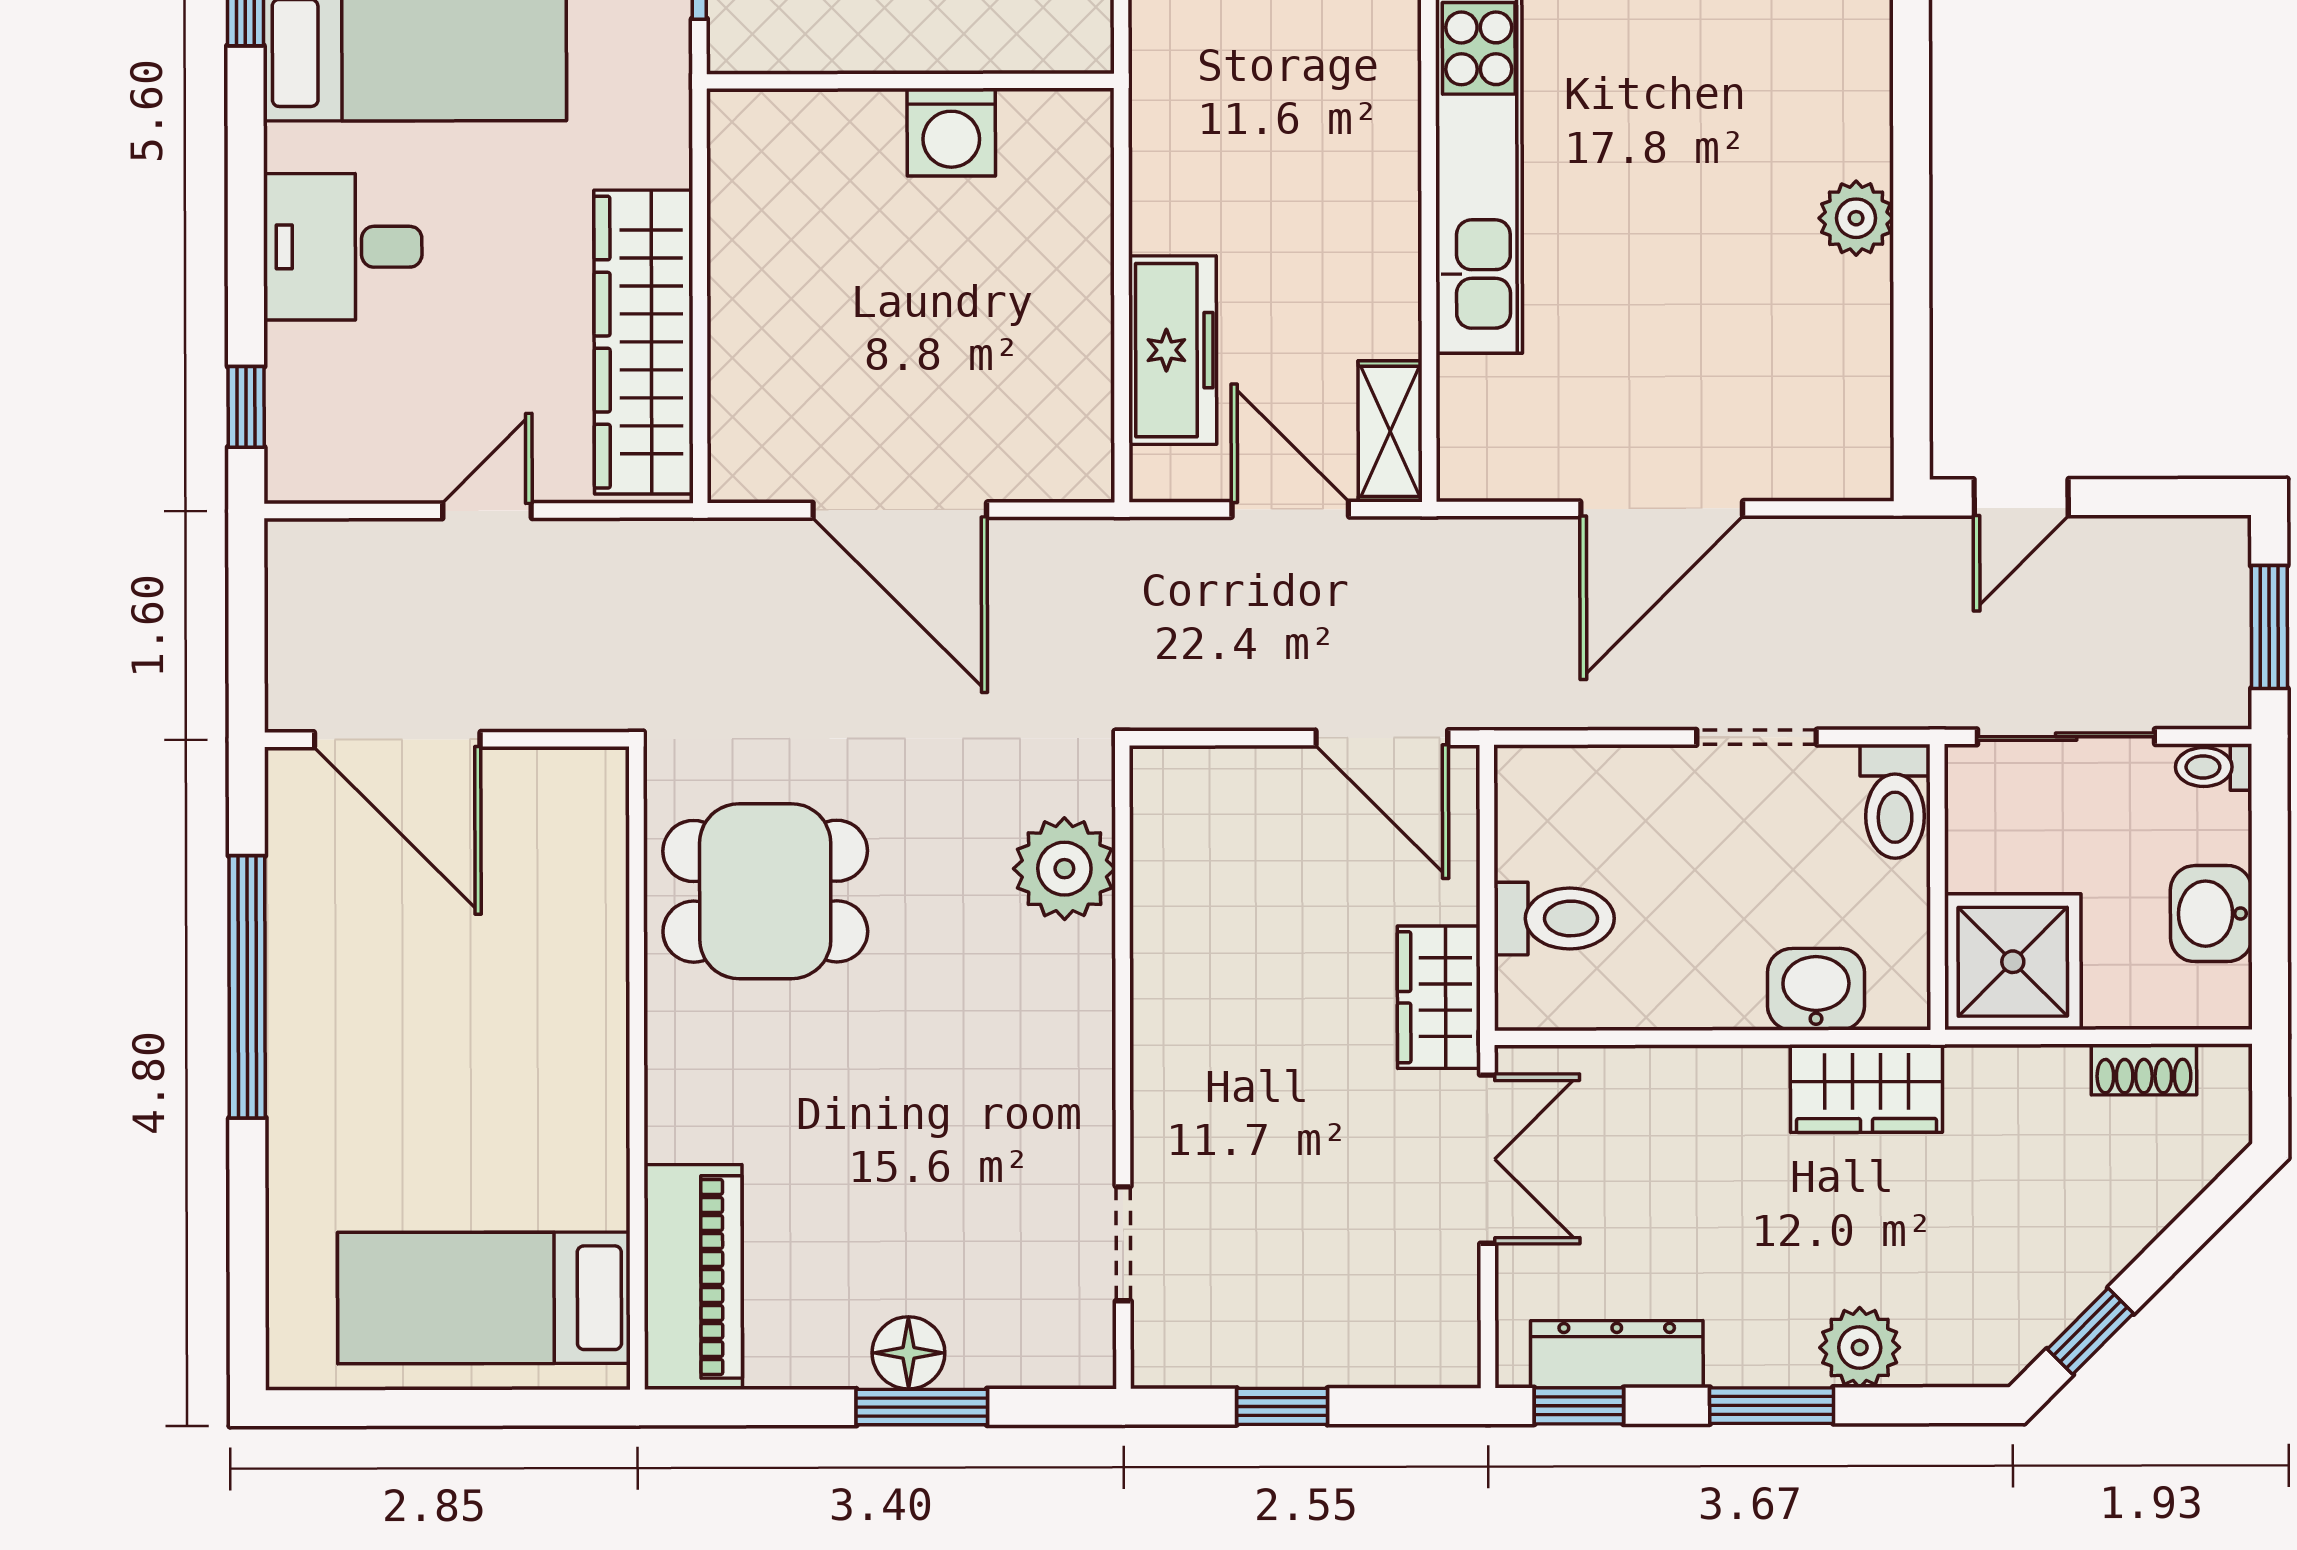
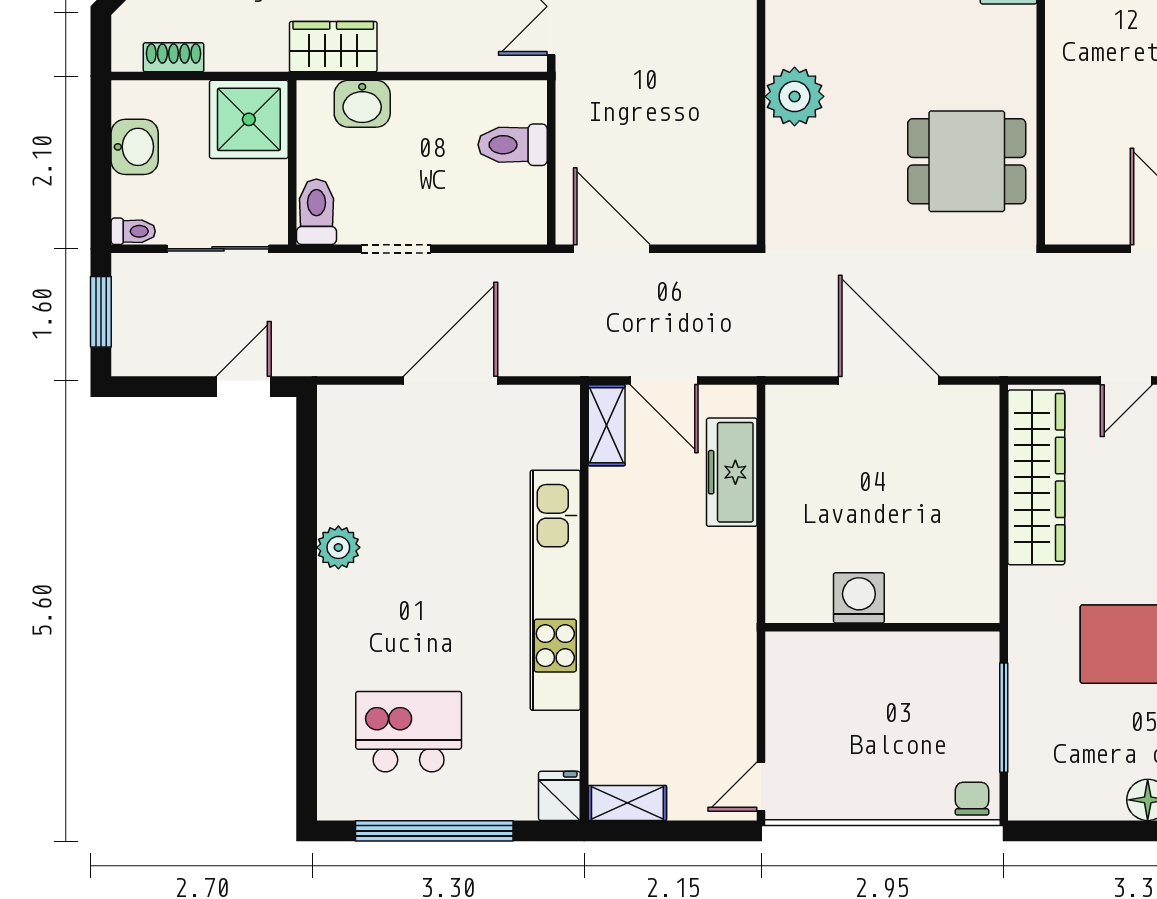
plant: (1064, 869) -> (795, 96), moved
wardrobe: (1439, 997) -> (579, 100), removed

